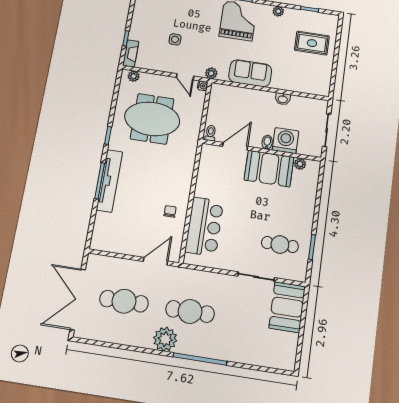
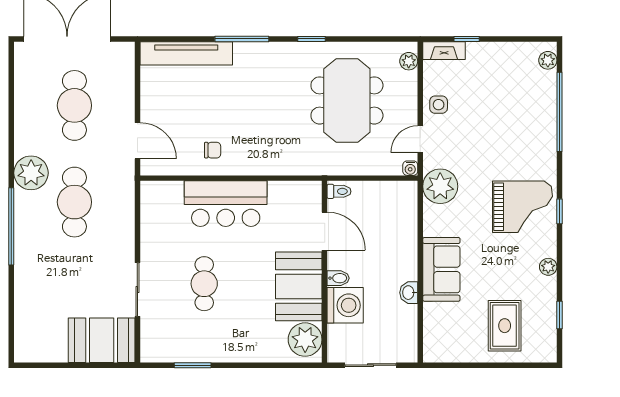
side table: (175, 39) -> (439, 105), moved
plant: (211, 73) -> (440, 186), width x1.88, depth x1.88
sofa: (250, 73) -> (441, 269), moved
plant: (300, 164) -> (305, 340), width x1.88, depth x1.88
tv unit: (109, 181) -> (186, 53), moved
bar counter: (204, 227) -> (226, 204), moved
cafe table: (280, 245) -> (204, 284), moved

